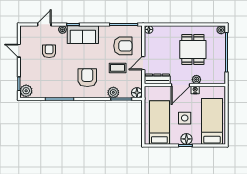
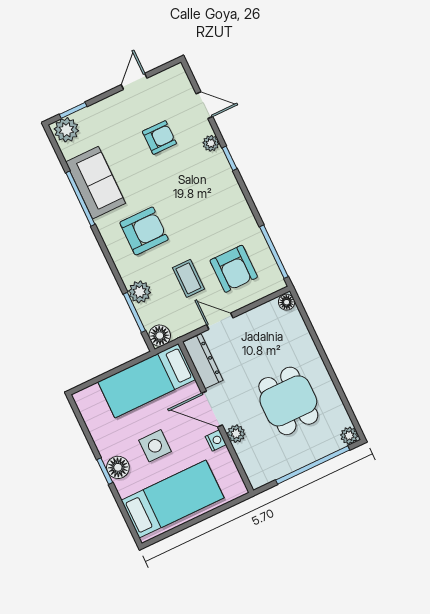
sofa: (83, 35) -> (96, 183), moved, turned 180
dining table: (193, 49) -> (288, 401), turned 90
bed: (159, 123) -> (147, 381), moved, turned 180

